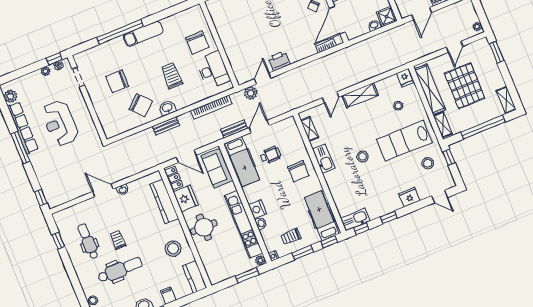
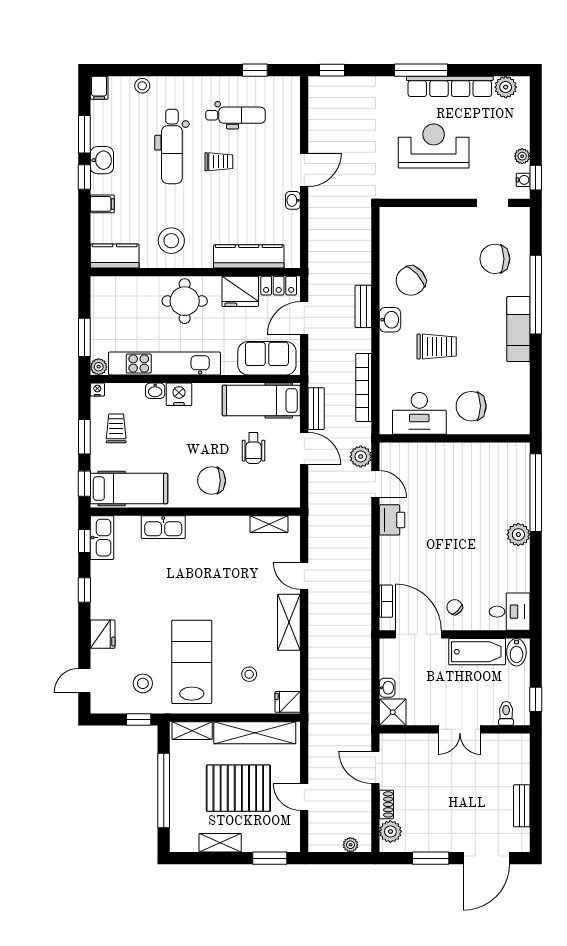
plant: (477, 26) -> (350, 845), moved
chair: (117, 81) -> (495, 259), moved, turned -90
shelving: (506, 100) -> (220, 843), moved
stool: (363, 157) -> (194, 588), removed
kitchen sink: (324, 159) -> (163, 527), moved

